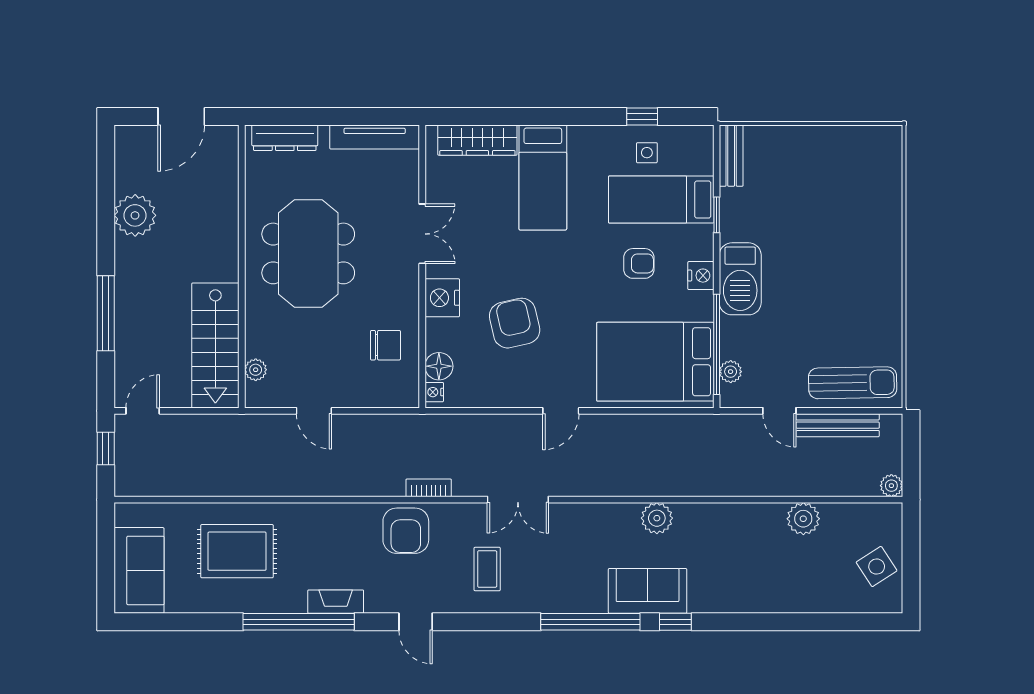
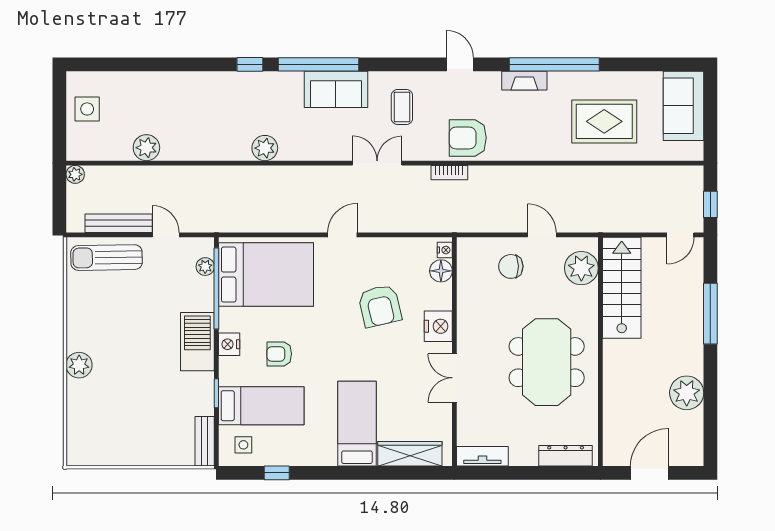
tv unit: (375, 137) -> (482, 456), width x0.71
side table: (647, 153) -> (243, 445), moved
plant: (887, 250) -> (79, 365), added
chair: (385, 345) -> (511, 266), moved
plant: (256, 370) -> (581, 268), width x1.88, depth x1.88
armchair: (406, 531) -> (468, 138), turned -90
side table: (877, 567) -> (87, 109), turned 33
sofa: (648, 591) -> (336, 89), moved

